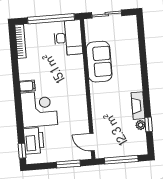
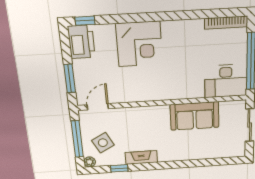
filing cabinet: (27, 86) -> (169, 30), removed
plant: (141, 125) -> (90, 162), moved
side table: (124, 138) -> (103, 143), added
printer: (34, 141) -> (81, 42), moved, turned -90

